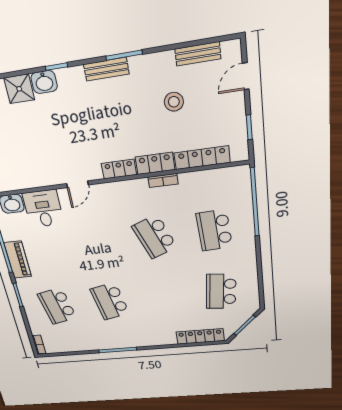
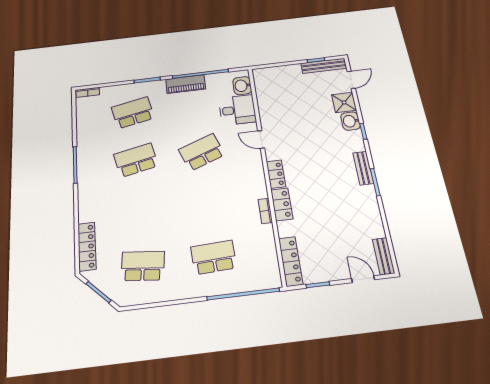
bench: (198, 54) -> (384, 256), moved
stool: (174, 102) -> (338, 220), removed
locker: (202, 158) -> (291, 261), moved
school desk: (155, 237) -> (202, 152), moved

